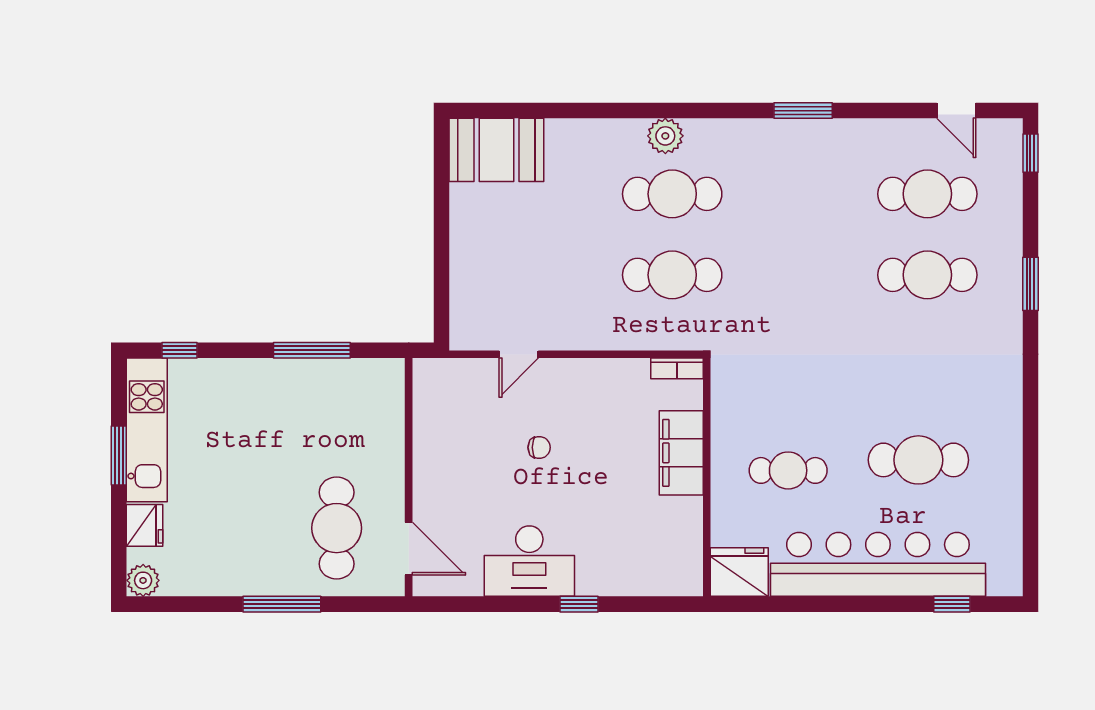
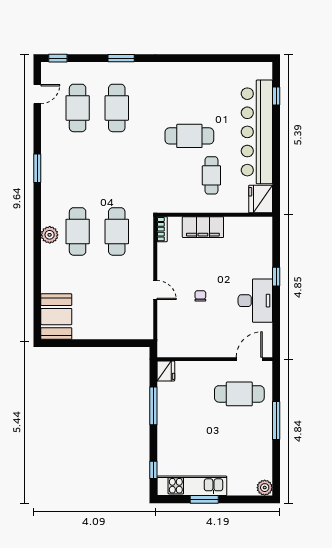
door: (519, 354) -> (155, 290), moved
cafe table: (918, 460) -> (189, 136), moved, turned 90
fridge: (145, 525) -> (166, 371), moved, turned 90

